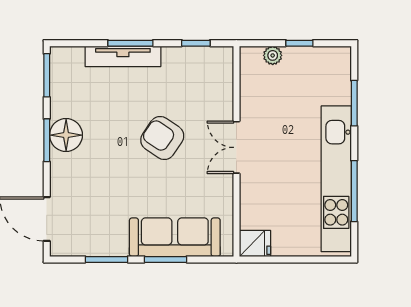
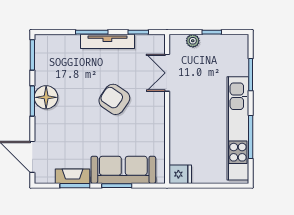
tv unit: (123, 56) -> (107, 41), moved
double door: (236, 147) -> (167, 73), moved
fireplace: (103, 246) -> (73, 176), added

